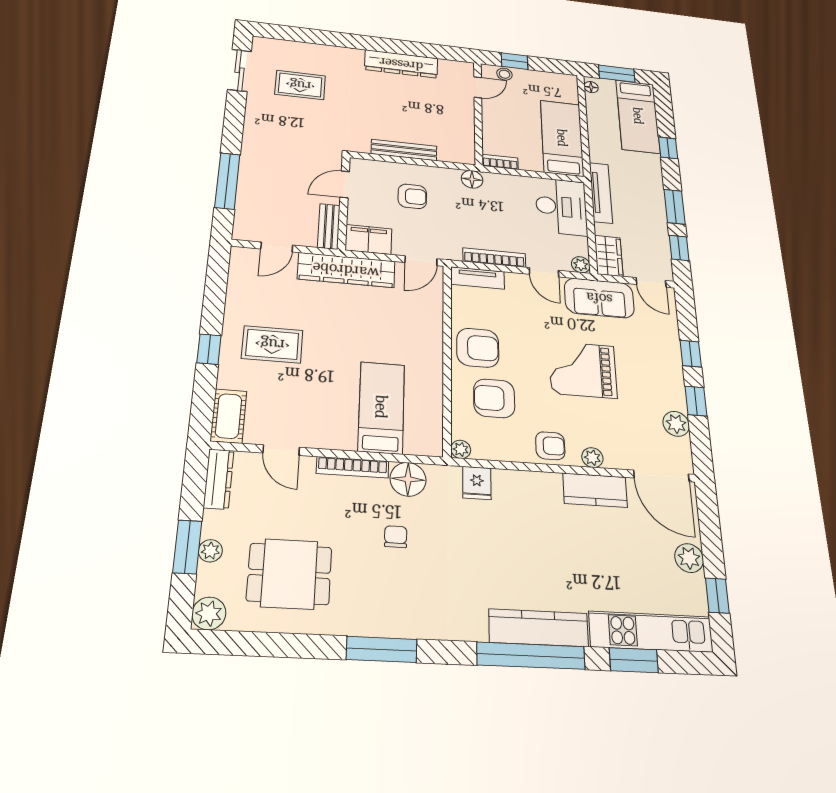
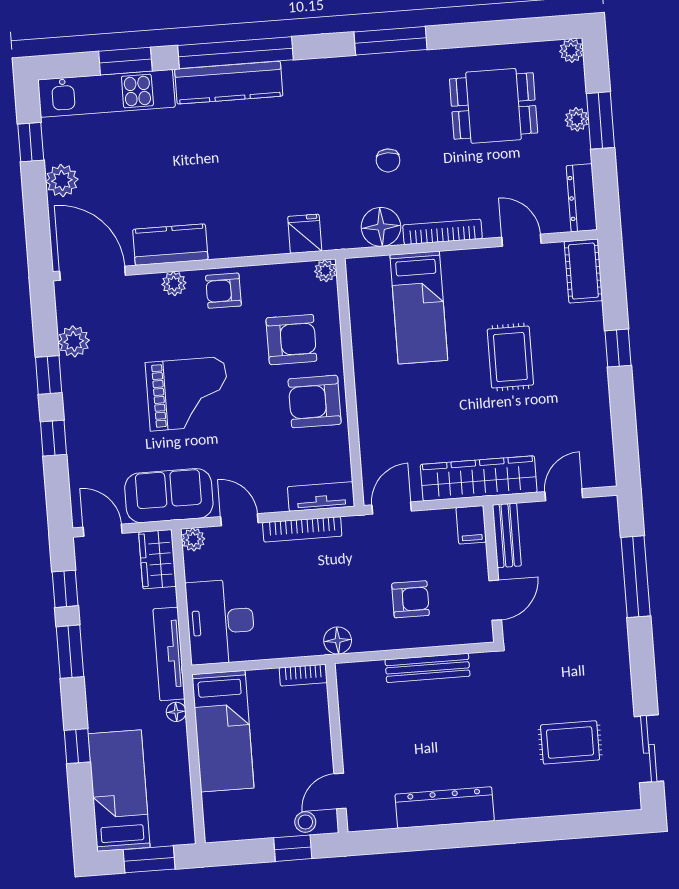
floor lamp: (591, 87) -> (176, 712), moved
armchair: (412, 196) -> (411, 599), turned 180
filing cabinet: (369, 240) -> (471, 525), width x0.50
rug: (272, 344) -> (510, 357), moved, turned 90
plant: (209, 613) -> (571, 51), width x0.73, depth x0.73

